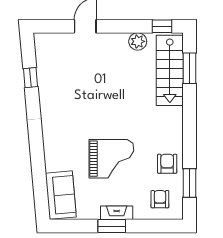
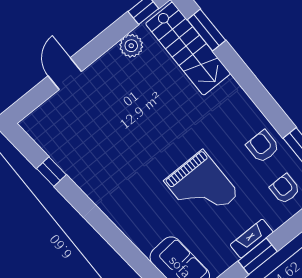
grand piano: (111, 159) -> (201, 188), turned 90

